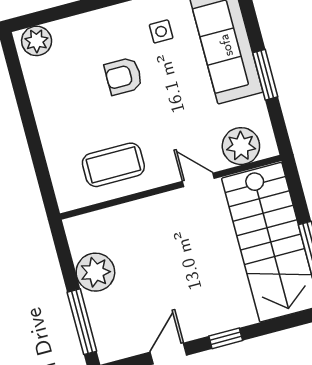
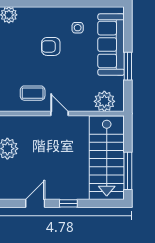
coffee table: (113, 165) -> (33, 93), width x0.73, depth x0.77
door: (198, 180) -> (60, 113), moved

